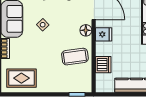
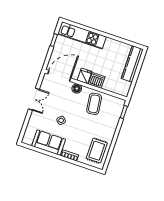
dishwasher: (103, 65) -> (97, 80), moved

